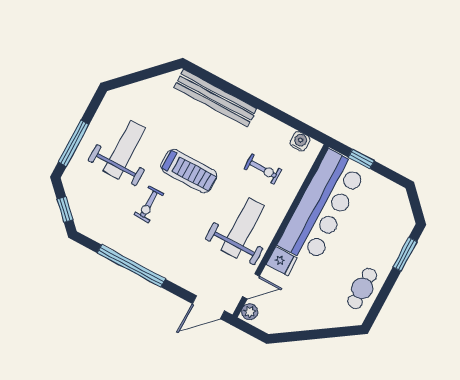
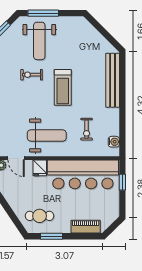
weight bench: (124, 150) -> (39, 41), moved, turned 90
piano: (395, 241) -> (86, 227), added
window: (405, 254) -> (52, 236), moved
cafe table: (362, 288) -> (40, 216), moved

